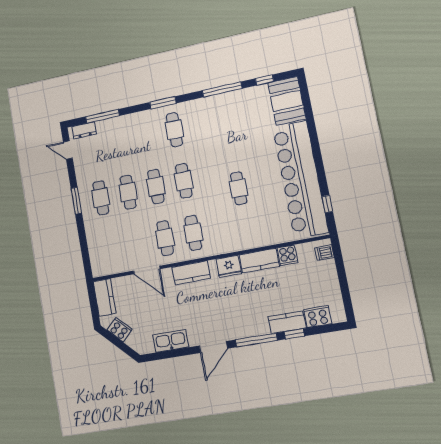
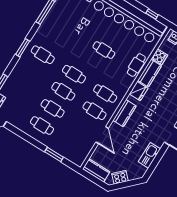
window: (76, 201) -> (54, 154), moved
cafe table: (255, 238) -> (136, 65), added
door: (147, 270) -> (102, 135), hinge flipped

